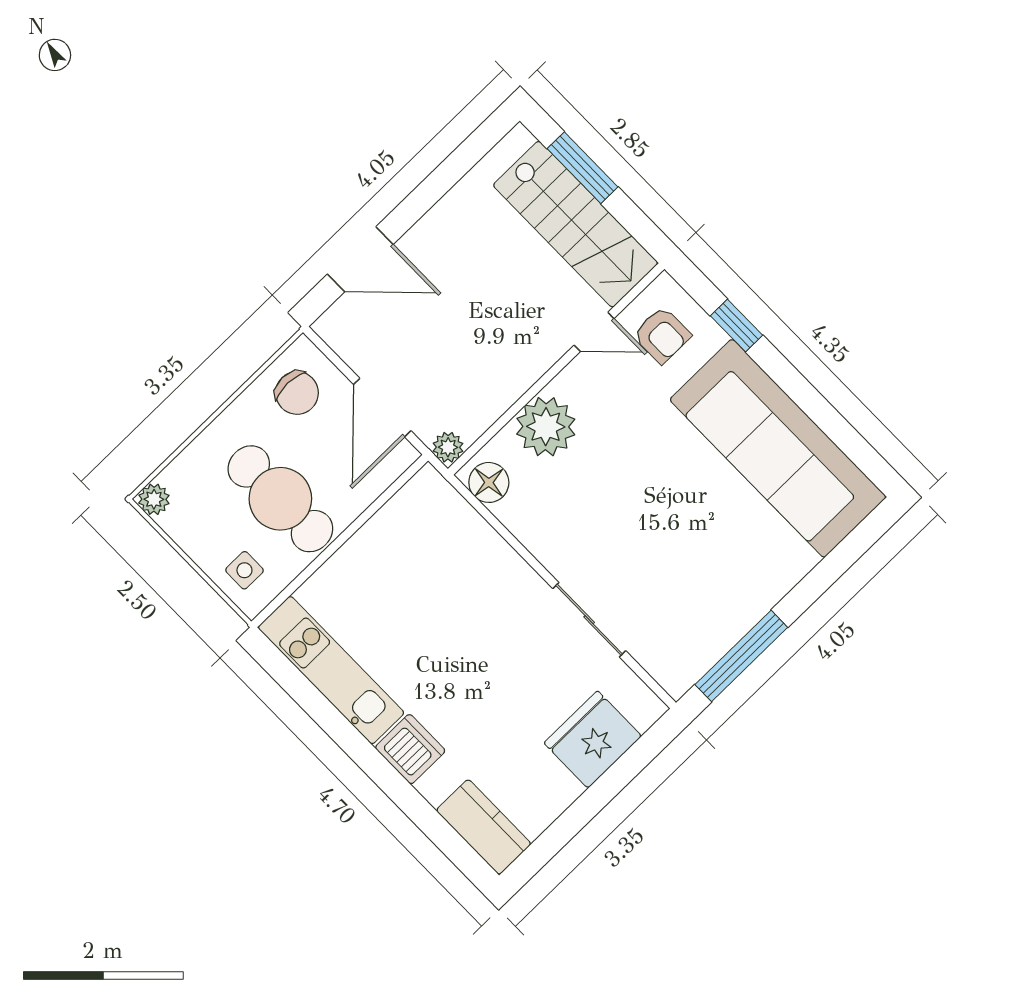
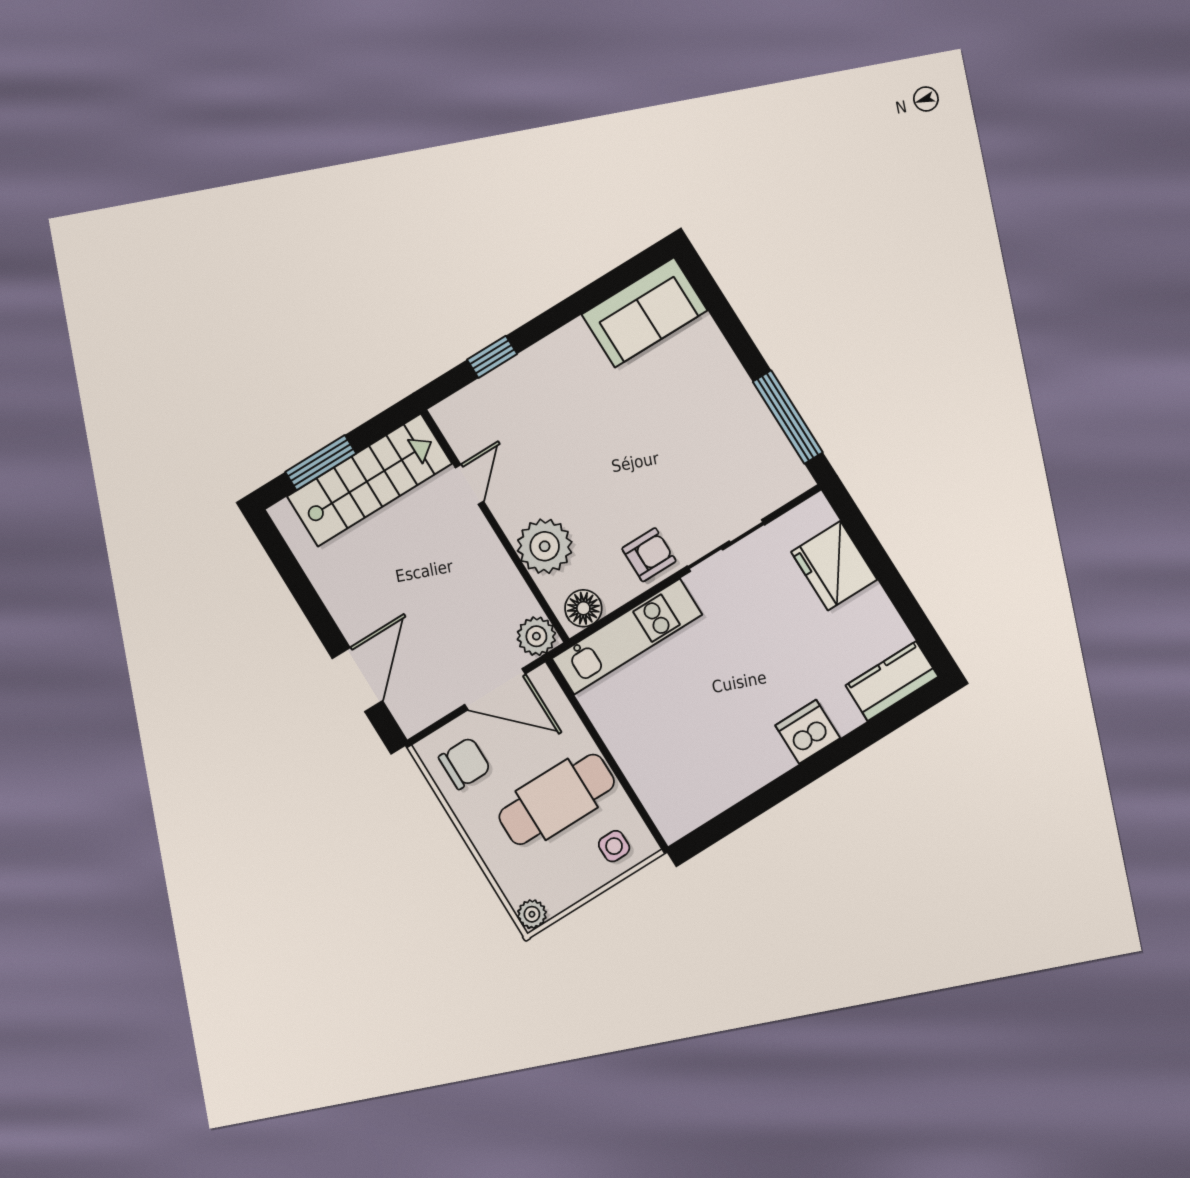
armchair: (662, 335) -> (649, 555), moved
plant: (448, 447) -> (536, 636), width x1.38, depth x1.38
sofa: (778, 448) -> (645, 312), width x0.54, depth x0.79
kitchen unit: (331, 670) -> (627, 636), moved, turned 180

